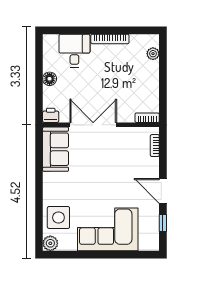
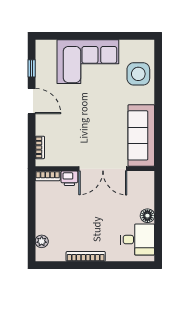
desk: (74, 51) -> (138, 240), moved, turned -90
printer: (51, 115) -> (69, 178), moved
sofa: (56, 149) -> (141, 135), width x1.36
plant: (50, 243) -> (147, 48), removed

